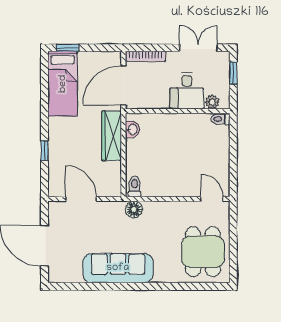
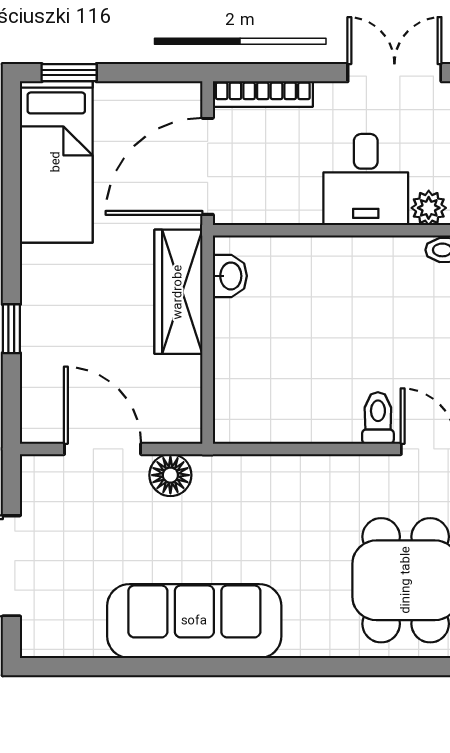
toilet: (134, 186) -> (378, 418), moved
floor lamp: (134, 209) -> (170, 475), moved

